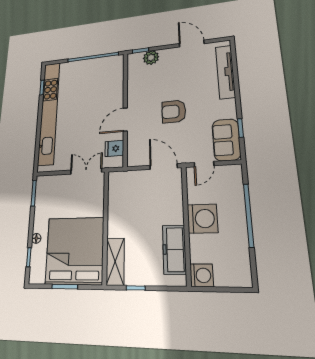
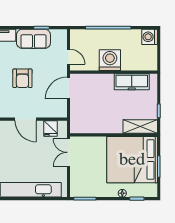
sofa: (226, 140) -> (33, 39), moved
washing machine: (202, 275) -> (150, 37), moved, turned -90

